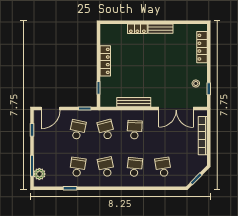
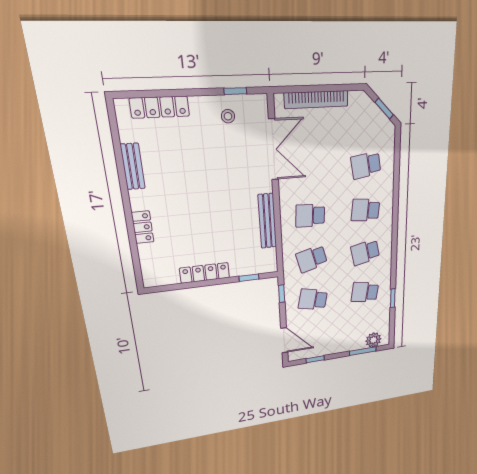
bench: (160, 29) -> (133, 166), moved

